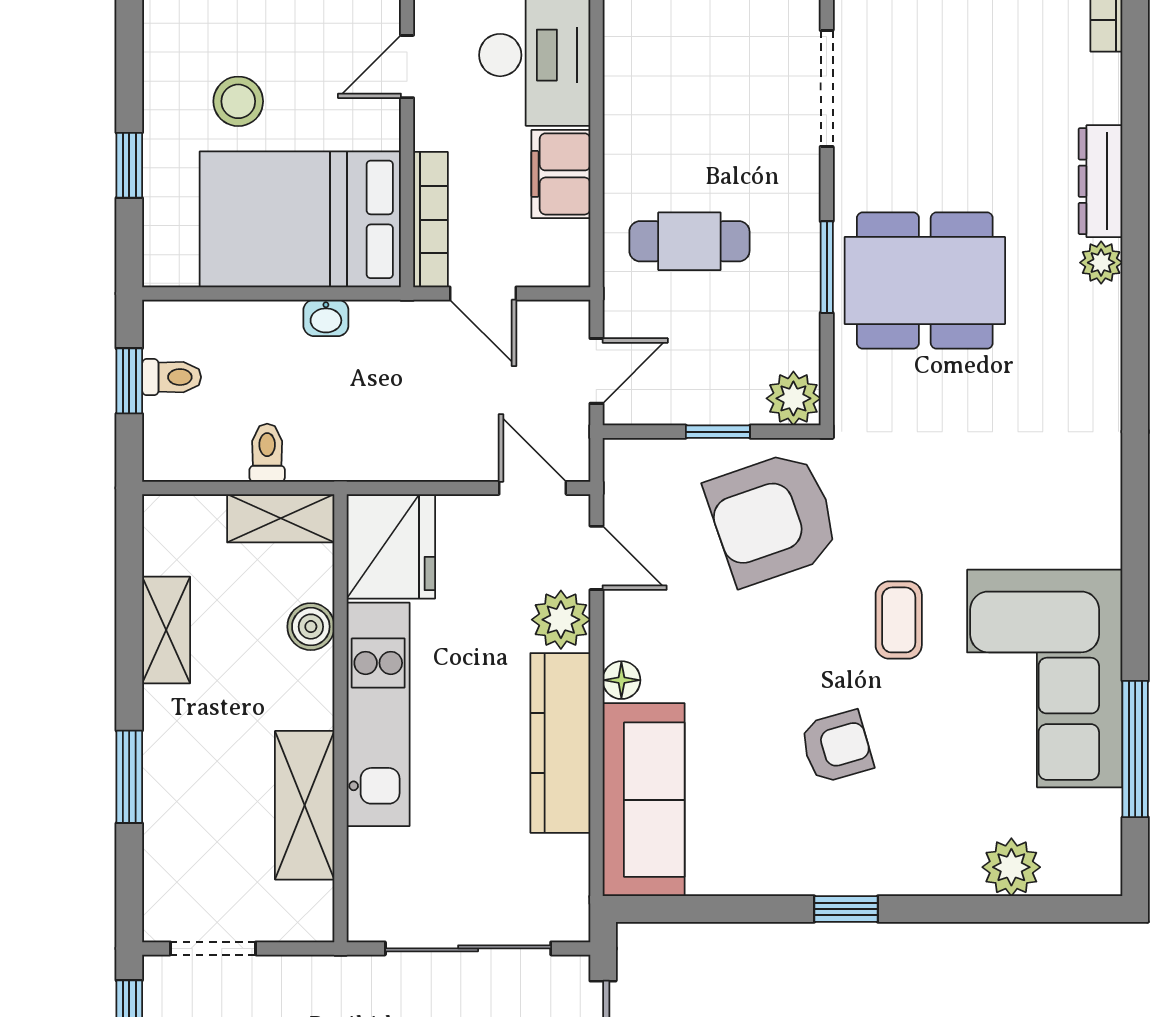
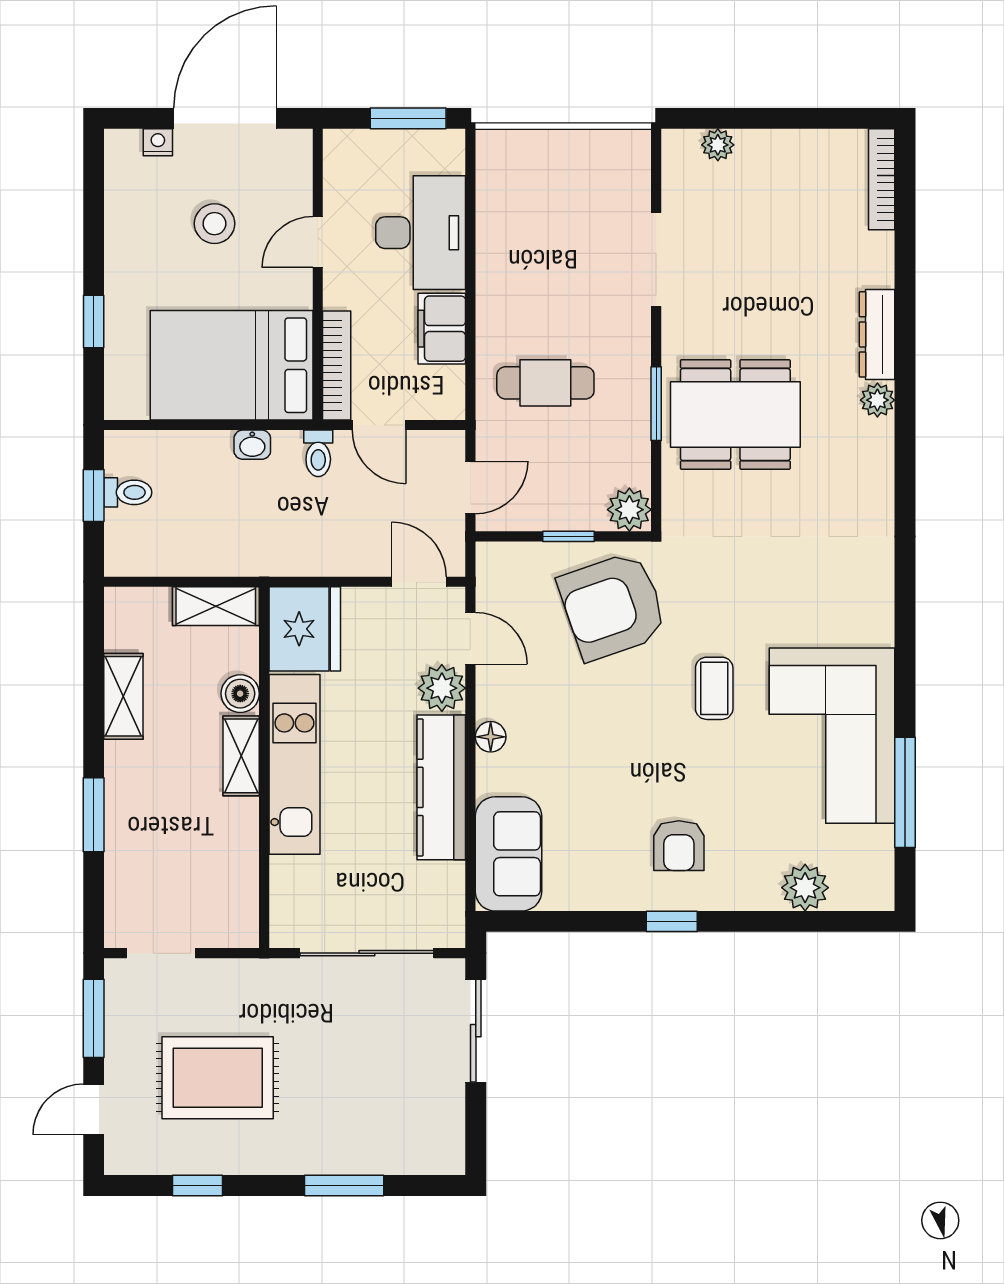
stool: (238, 101) -> (214, 224), moved
toilet: (267, 453) -> (318, 453), moved, turned 180
armchair: (837, 747) -> (679, 846), moved, turned 106
sofa: (644, 800) -> (508, 854), width x0.73
shelving: (305, 805) -> (241, 756), moved, width x0.67, depth x0.75

